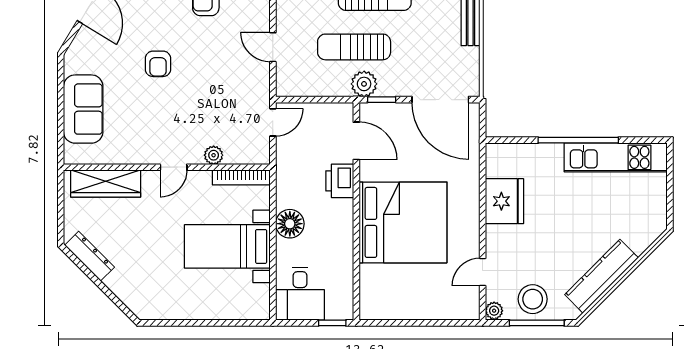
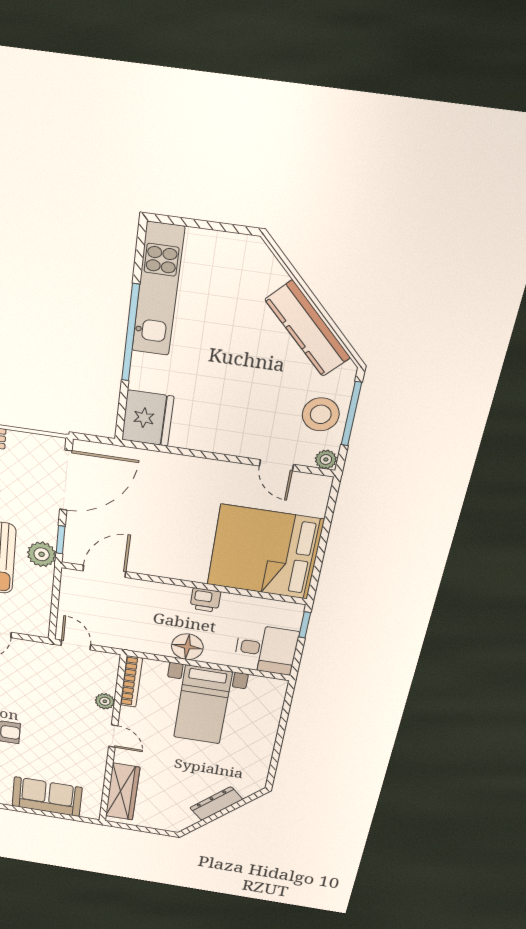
printer: (340, 181) -> (205, 600), moved, width x0.73, depth x0.81
fridge: (504, 201) -> (148, 418), moved, turned 90
bed: (403, 222) -> (265, 552), moved, turned -90
dresser: (90, 256) -> (216, 804), moved

